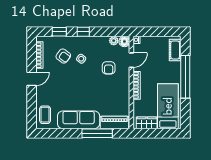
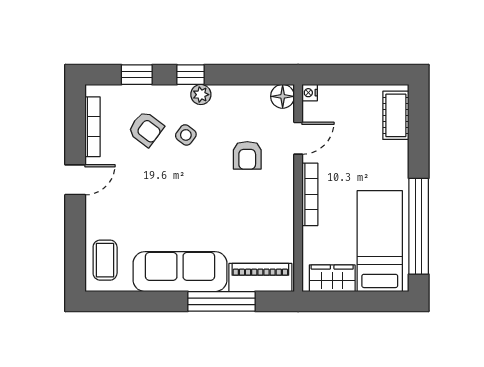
plant: (114, 41) -> (201, 95), moved
window: (185, 77) -> (419, 226), moved

